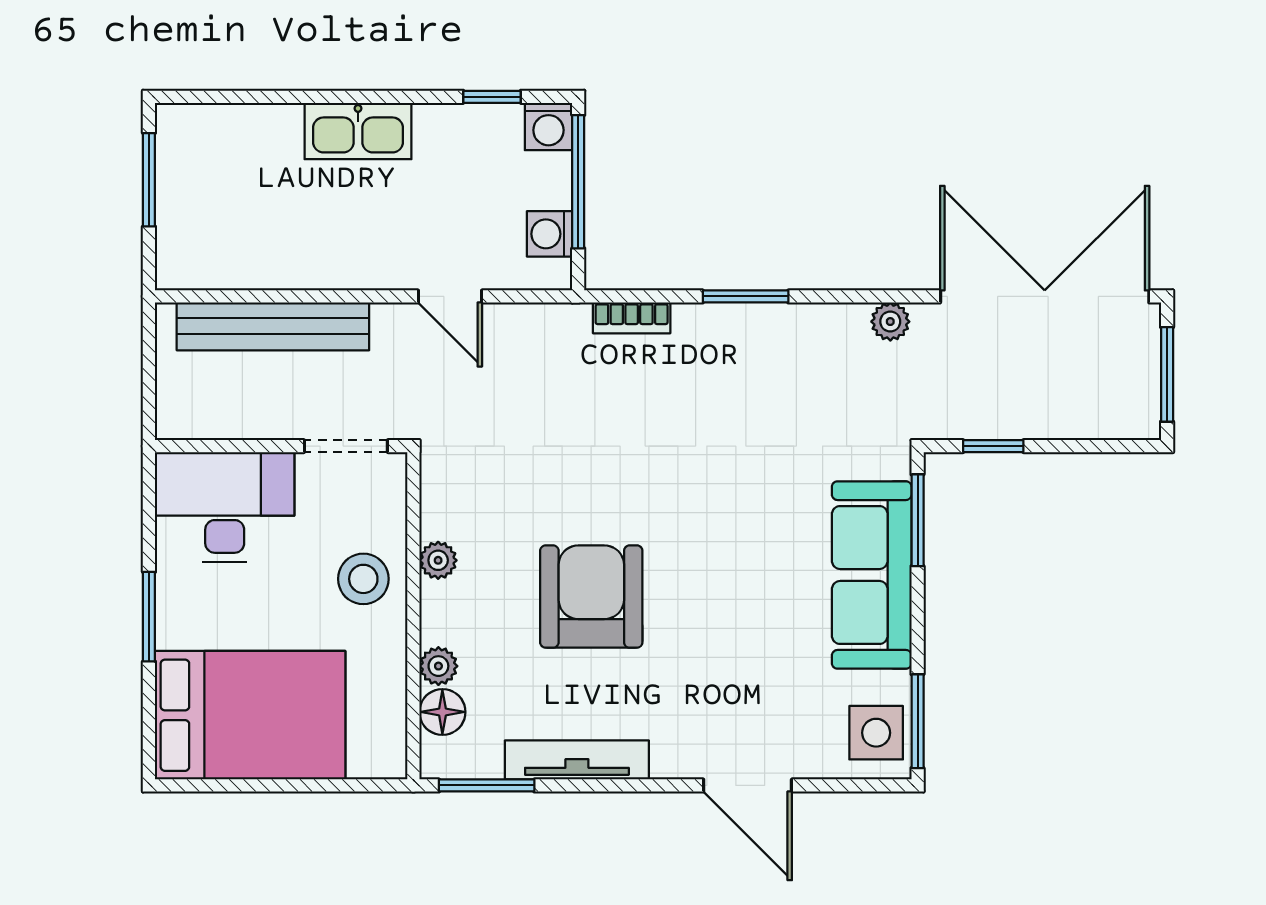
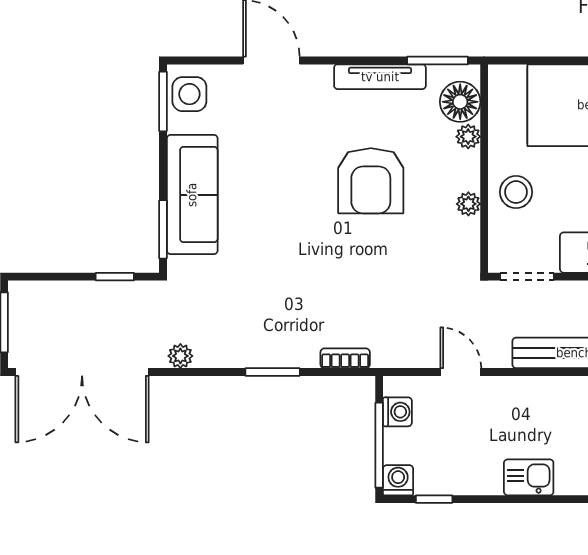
kitchen sink: (358, 131) -> (529, 477), width x0.73
floor lamp: (442, 712) -> (460, 102), width x1.38, depth x1.38

